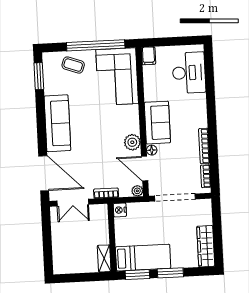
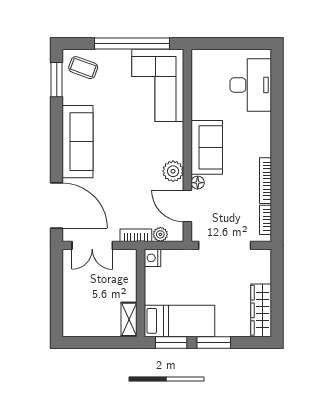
filing cabinet: (149, 56) -> (200, 61), removed
coffee table: (73, 65) -> (83, 68), moved
plant: (137, 191) -> (160, 234), moved

